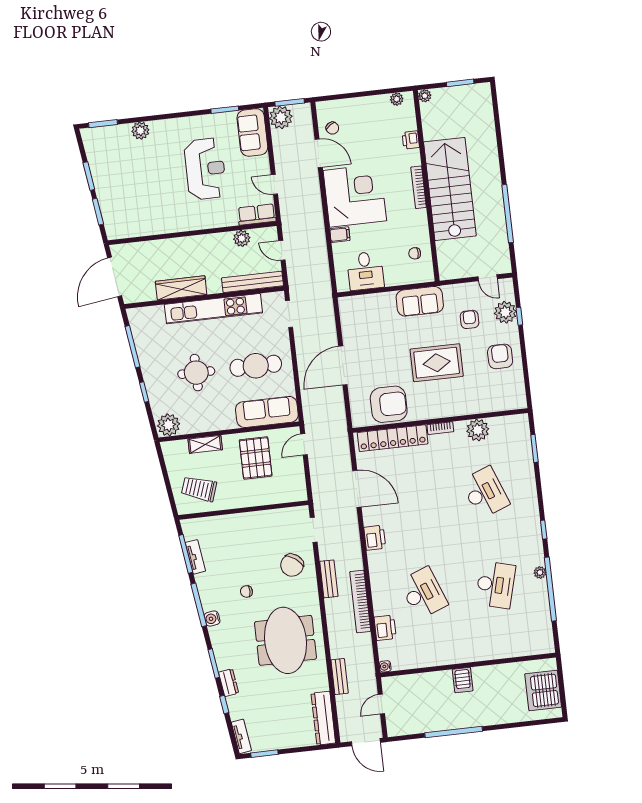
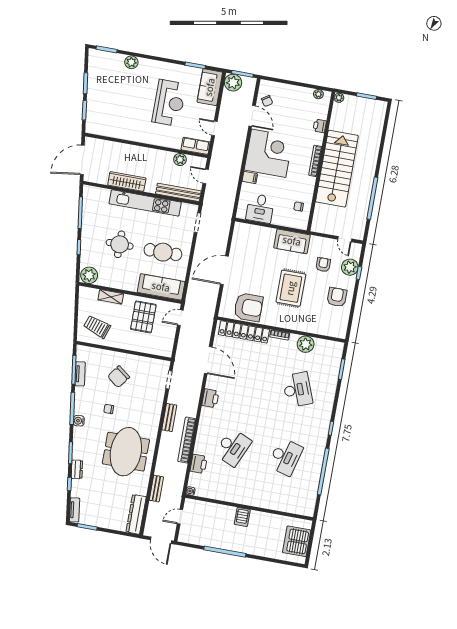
rug: (437, 363) -> (291, 288), turned 90
chair: (292, 565) -> (119, 377), moved
plant: (540, 573) -> (319, 458), removed
desk: (423, 593) -> (233, 447), turned 45

